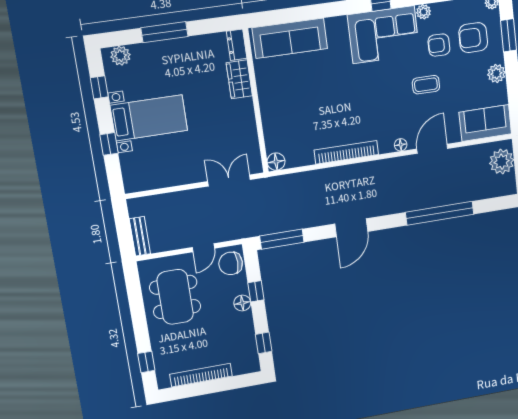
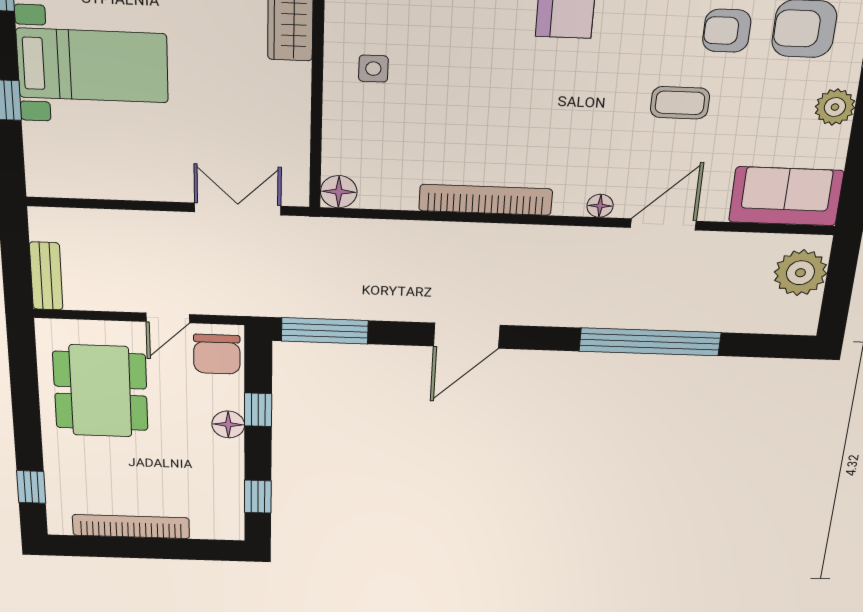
side table: (282, 94) -> (373, 69), added
chair: (231, 263) -> (217, 354), turned -90

